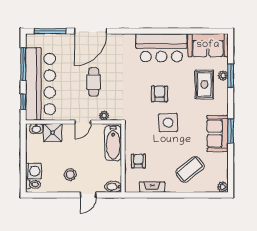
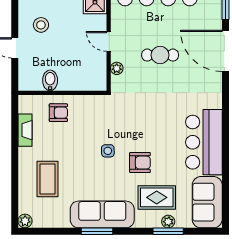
armchair: (159, 94) -> (140, 163), moved
side table: (168, 123) -> (108, 151), width x0.54, depth x0.54
sofa: (218, 133) -> (102, 214), width x1.36
bathtub: (113, 143) -> (81, 80), removed
coffee table: (190, 169) -> (47, 179), turned 39
bidet: (113, 187) -> (50, 80), moved

